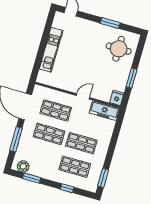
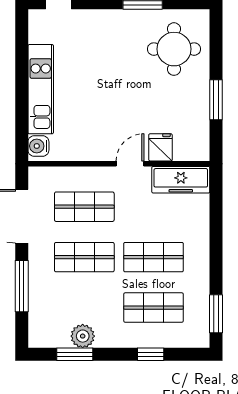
water cooler: (42, 76) -> (38, 146), added
fridge: (117, 98) -> (160, 147), moved
plant: (23, 166) -> (83, 336), moved

